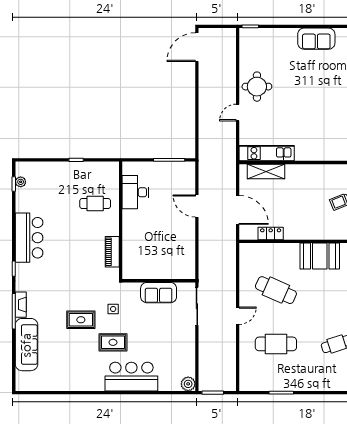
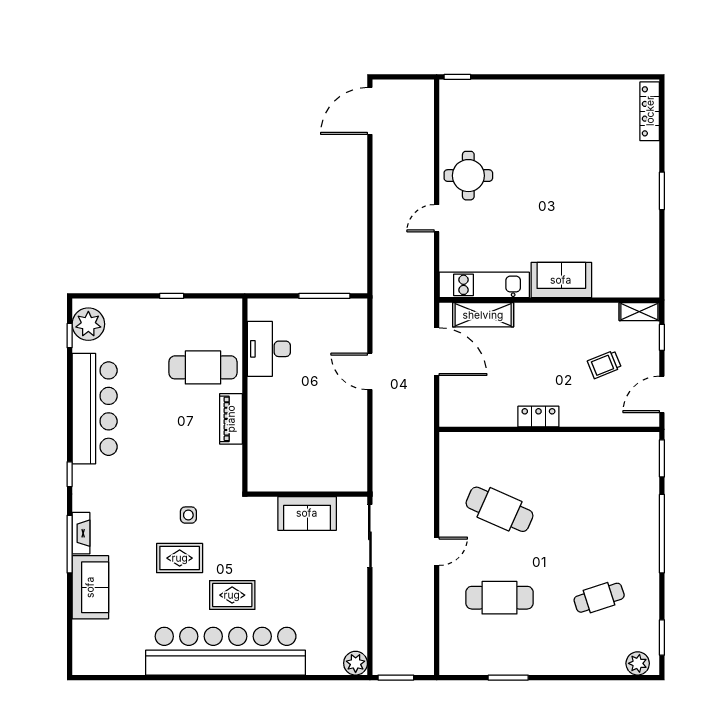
sofa: (316, 39) -> (561, 280), moved, turned 180
plant: (21, 182) -> (88, 324), width x1.87, depth x1.87
cafe table: (95, 204) -> (203, 367), width x1.37, depth x1.35
door: (238, 210) -> (437, 352), moved
locker: (271, 233) -> (538, 417), moved
bar counter: (29, 238) -> (95, 409), width x1.36
piano: (112, 252) -> (231, 419), moved
booth: (320, 256) -> (571, 454), removed
side table: (113, 309) -> (188, 515), moved
sofa: (26, 345) -> (90, 587), width x0.73
bar counter: (131, 377) -> (226, 651), width x1.86

